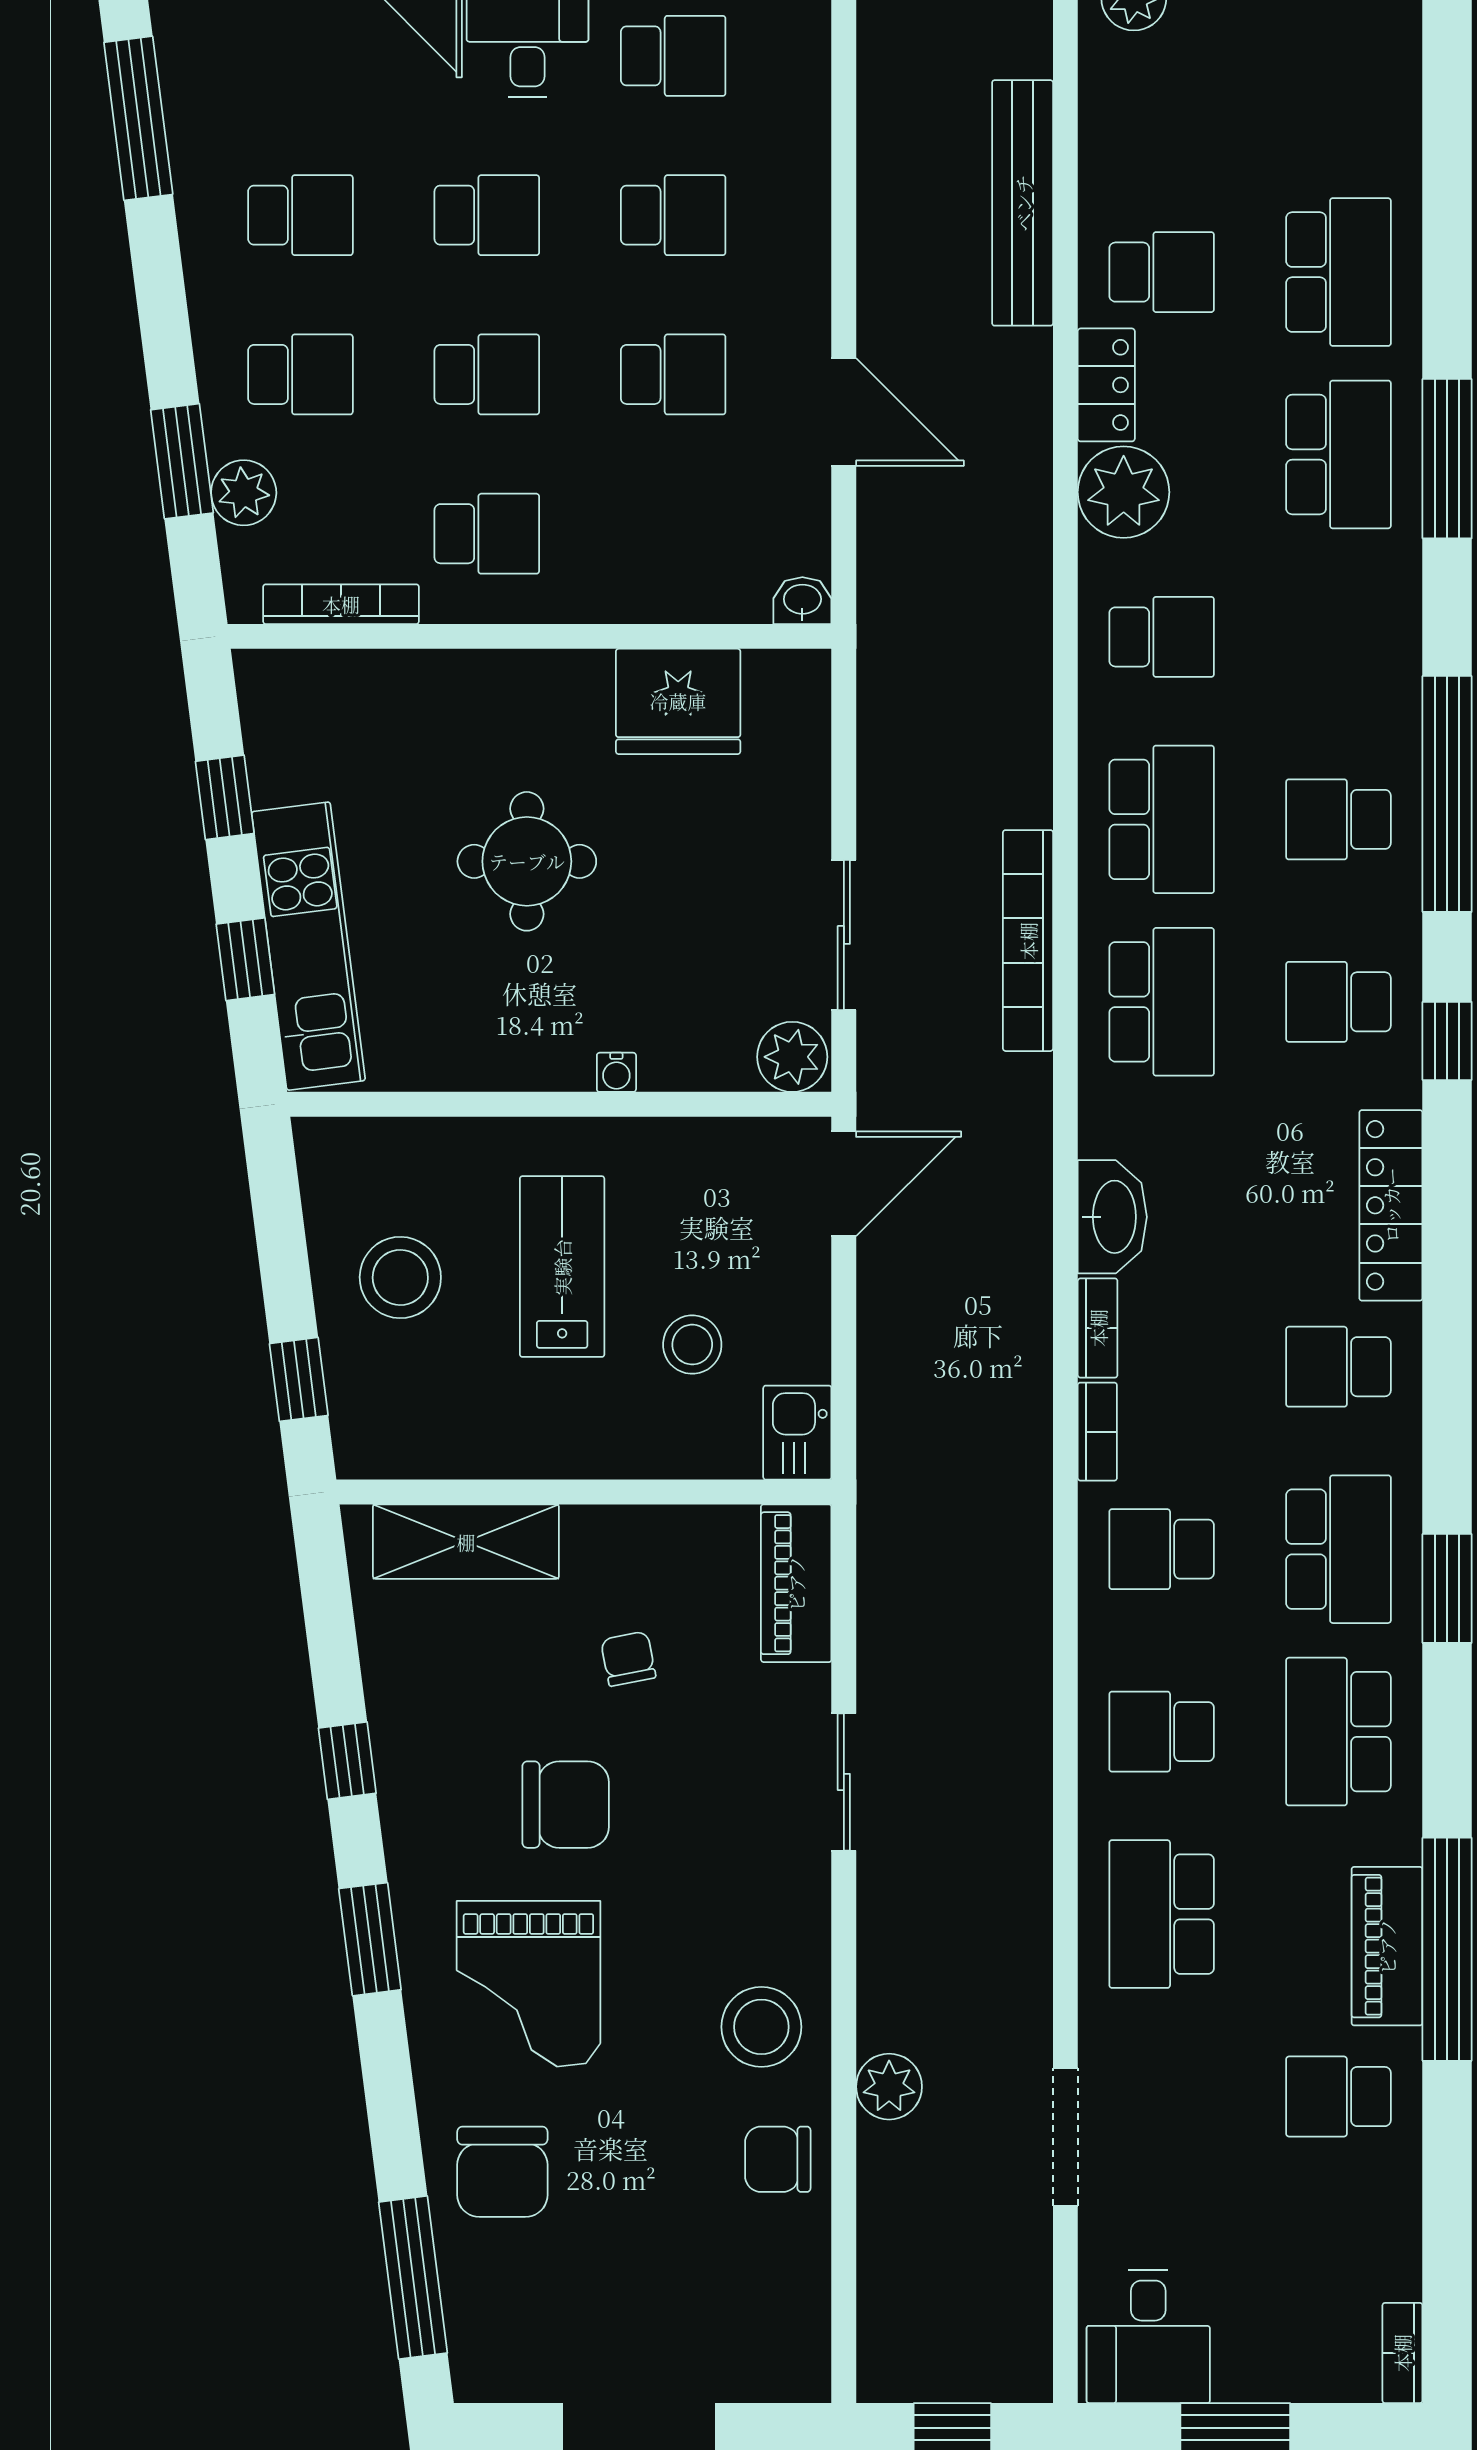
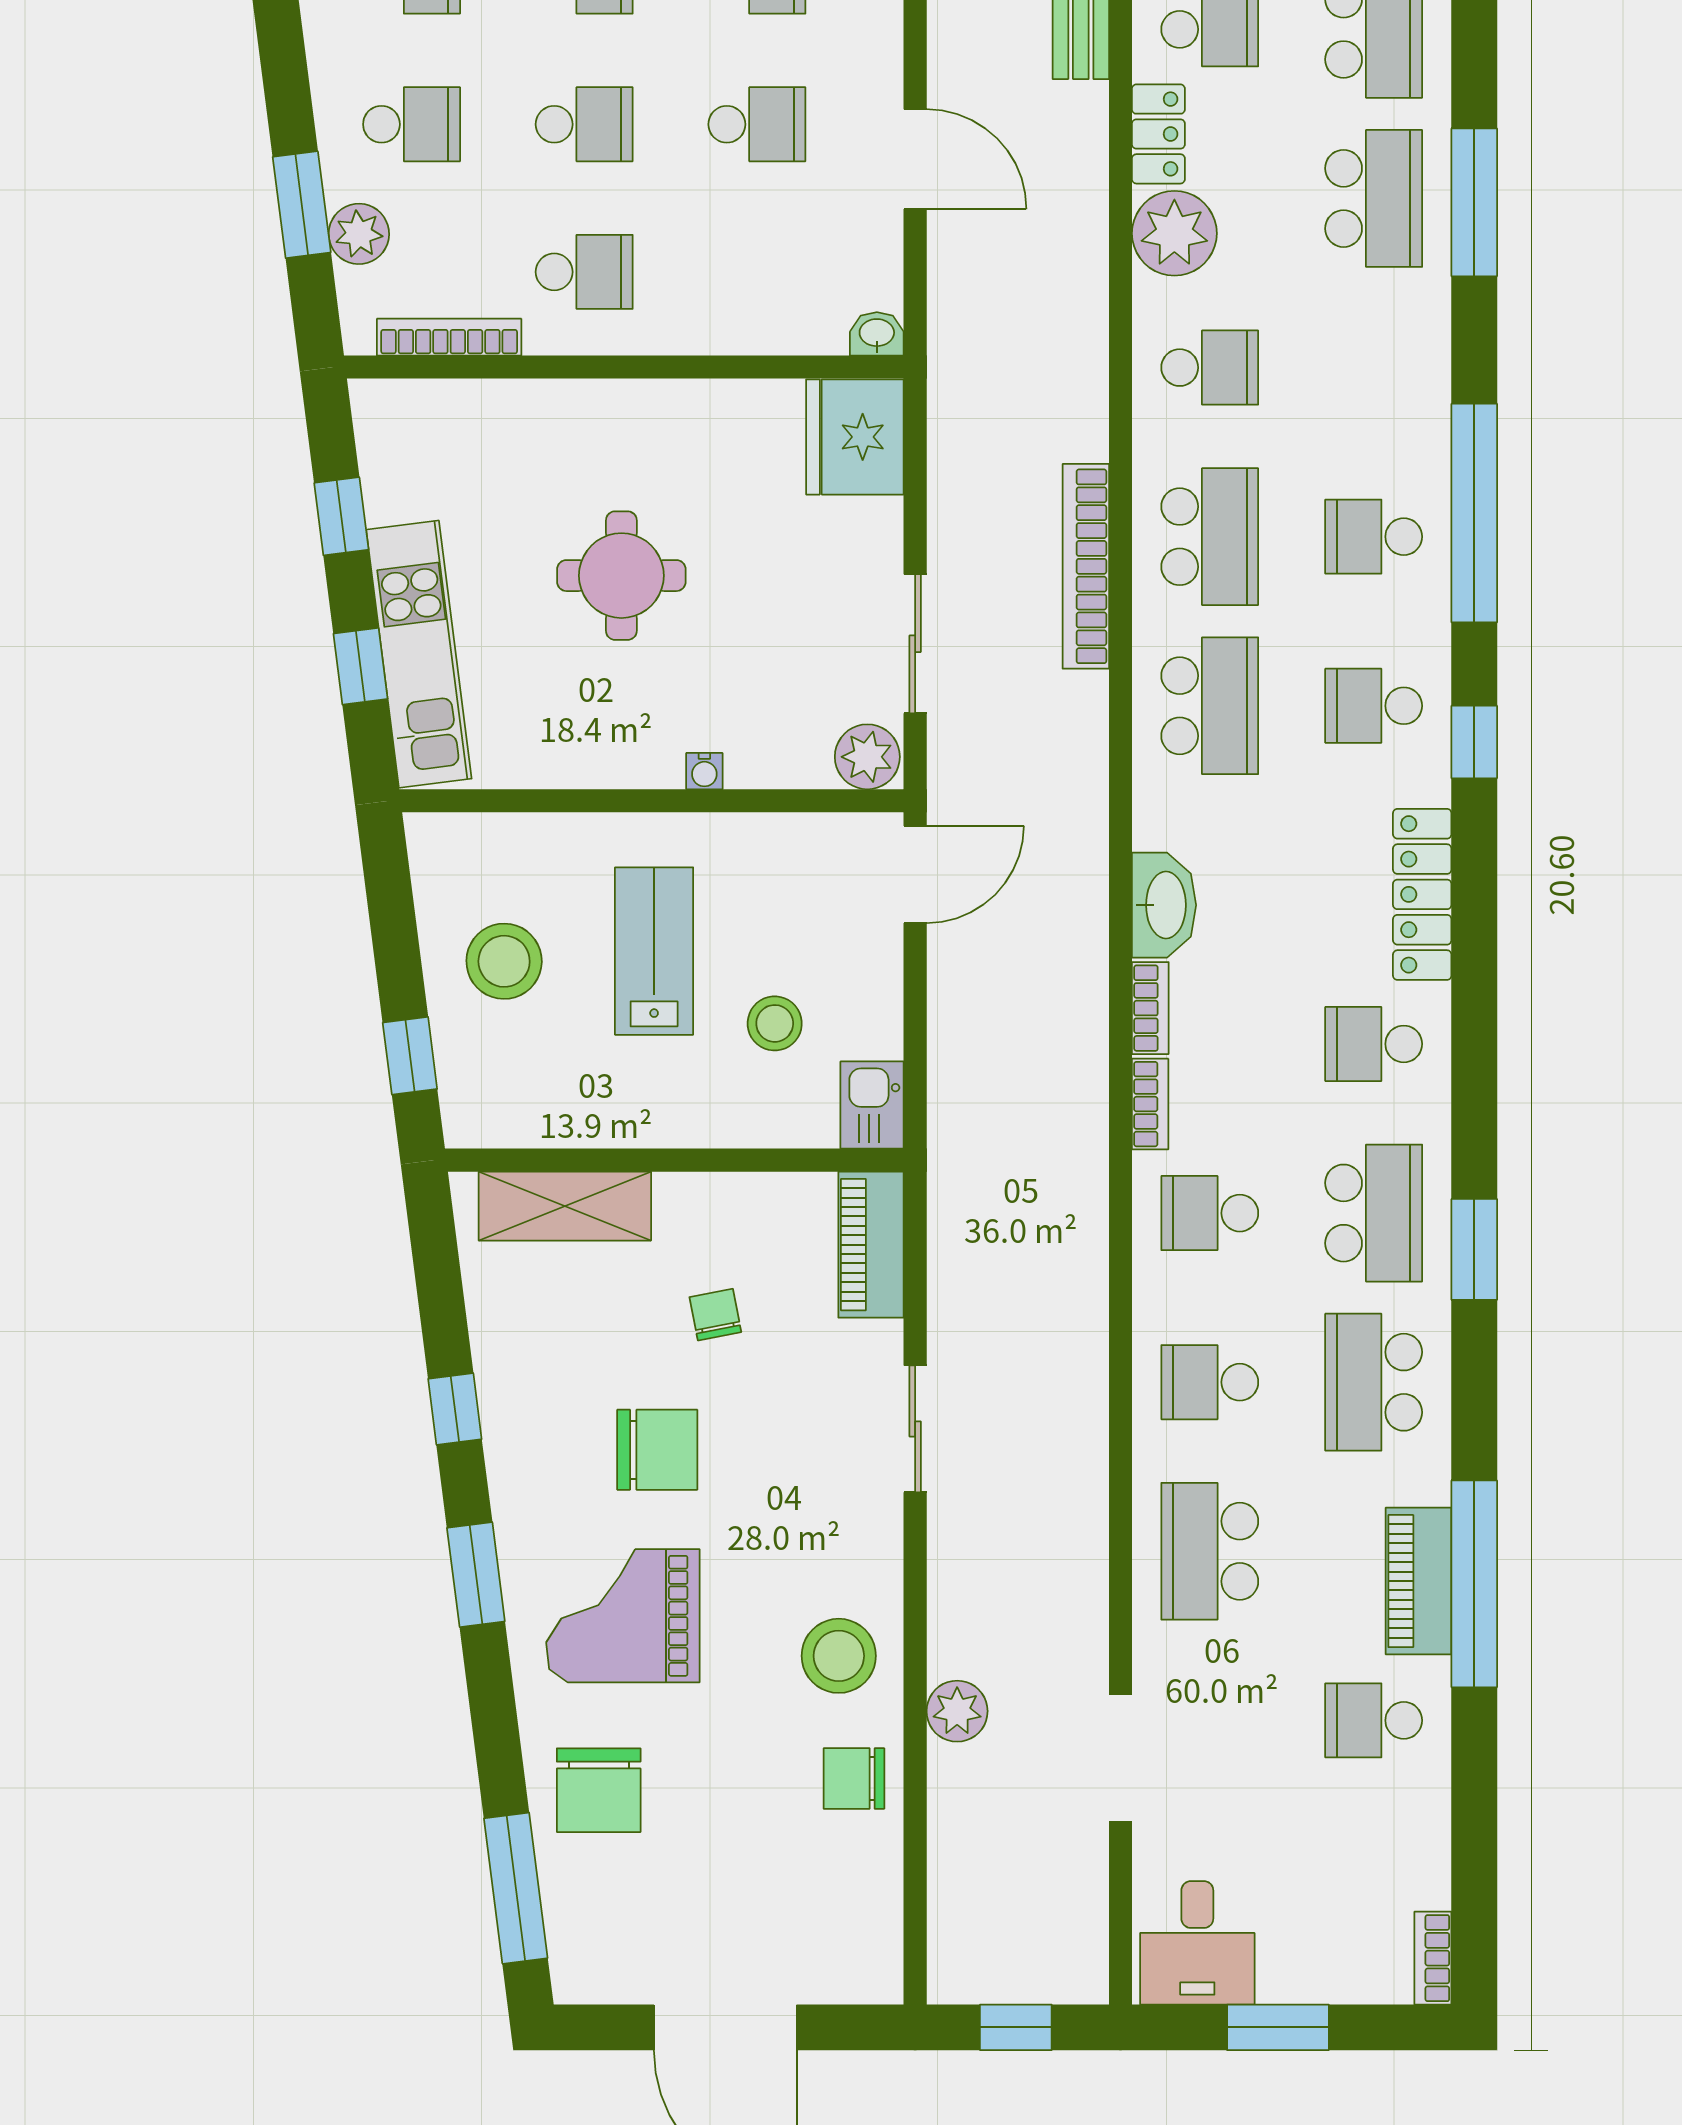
fridge: (678, 701) -> (855, 437), moved, turned 90
bookcase: (1028, 941) -> (1086, 566), moved
grand piano: (528, 1984) -> (623, 1616), turned 90

